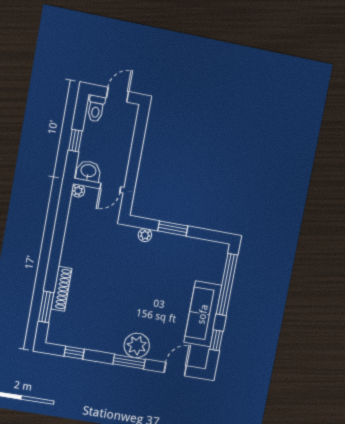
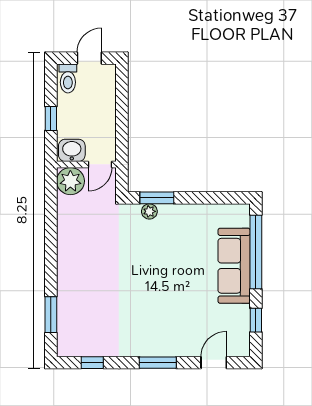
plant: (78, 191) -> (70, 181), width x1.88, depth x1.88
window: (173, 228) -> (157, 198), moved
shoe rack: (61, 289) -> (65, 291), removed
sofa: (203, 314) -> (234, 266), moved
plant: (137, 345) -> (163, 342), removed

